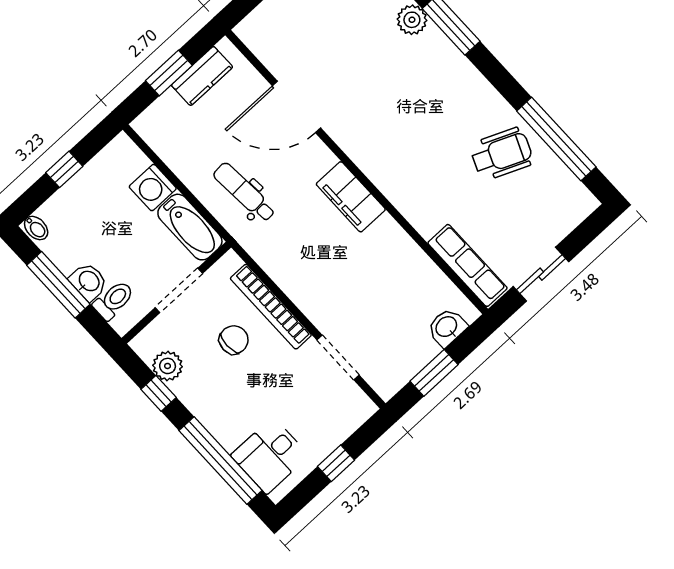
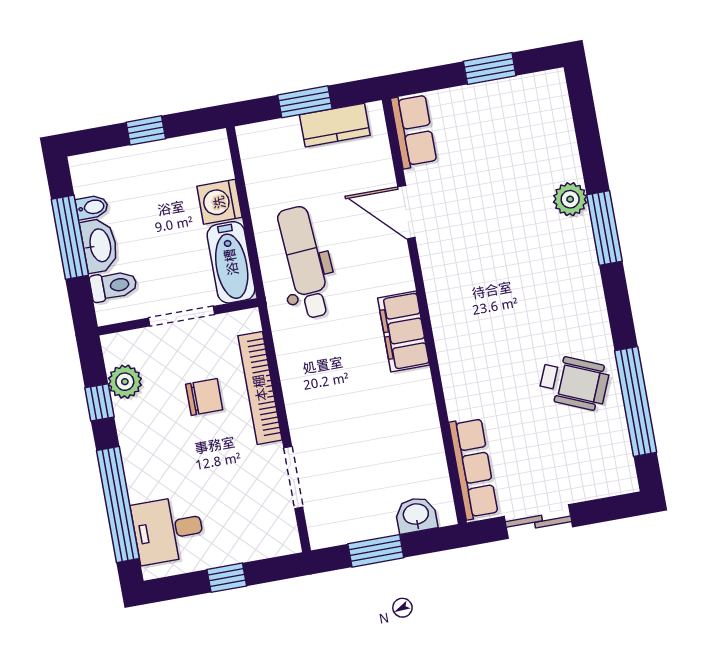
row of seats: (263, 43) -> (414, 131), added
door: (296, 107) -> (406, 212), width x0.73
dental chair: (244, 192) -> (304, 262), width x1.36, depth x1.38
bidet: (36, 228) -> (92, 207), moved, turned -90
washbasin: (89, 282) -> (99, 245), width x1.38

